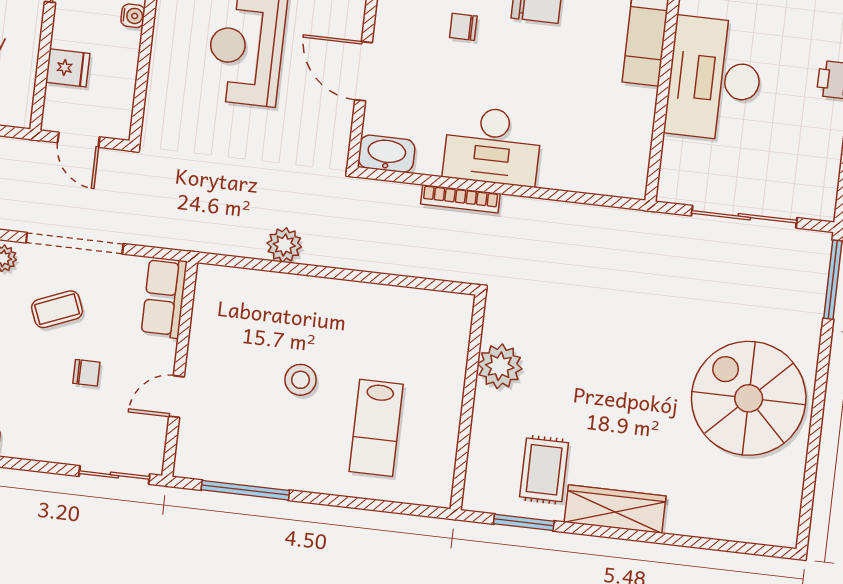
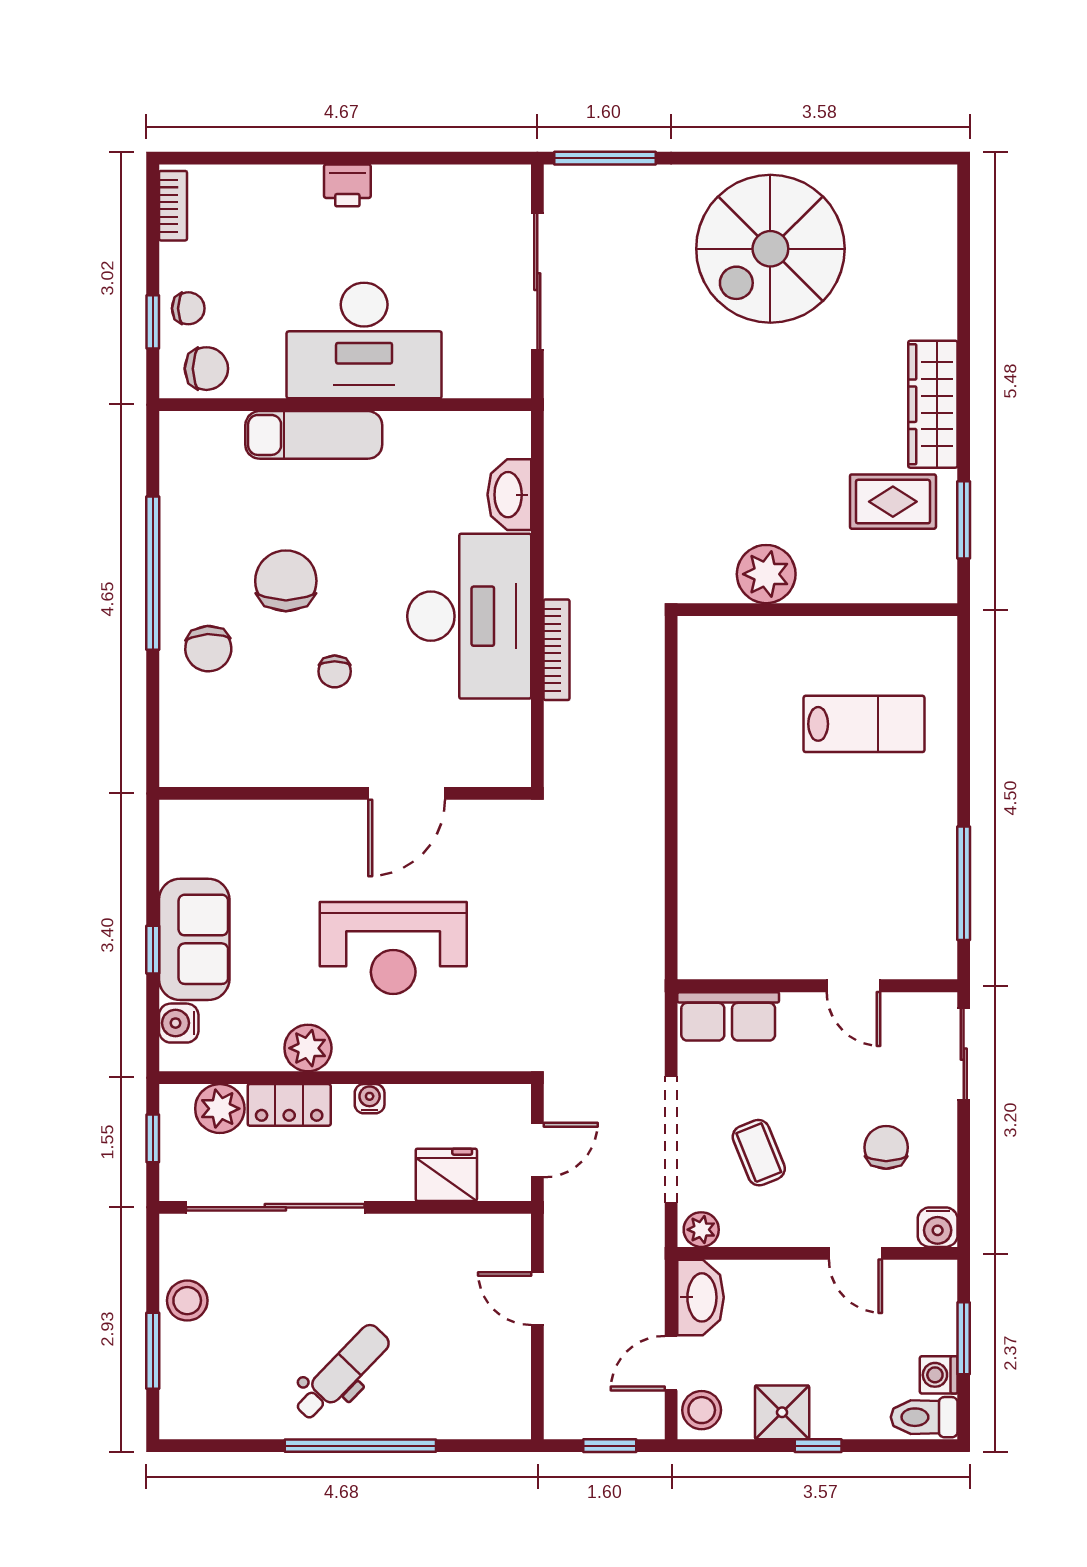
fridge: (68, 68) -> (446, 1175), width x1.38
desk: (493, 146) -> (469, 616), width x1.36, depth x1.30
washbasin: (387, 154) -> (509, 495), moved
plant: (284, 245) -> (642, 870), removed
chair: (86, 373) -> (886, 1147), moved, width x1.37, depth x1.37
stool: (301, 380) -> (813, 829), removed

